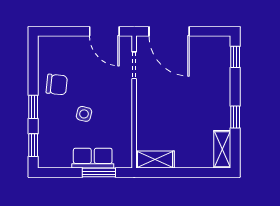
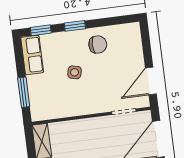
chair: (57, 85) -> (98, 44), turned -96
row of seats: (93, 158) -> (32, 55), moved

